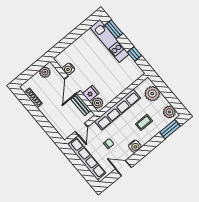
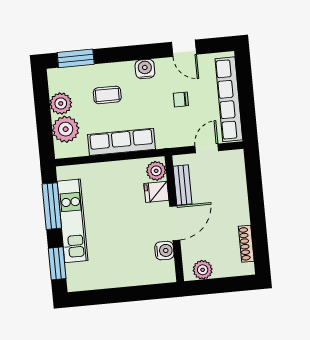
kitchen unit: (110, 41) -> (72, 221), moved
window: (134, 54) -> (52, 206), width x2.17
row of seats: (117, 110) -> (121, 142), width x0.73
plant: (169, 112) -> (61, 104), moved

